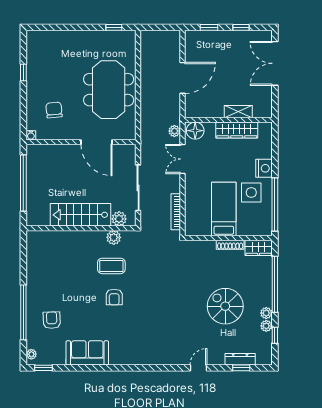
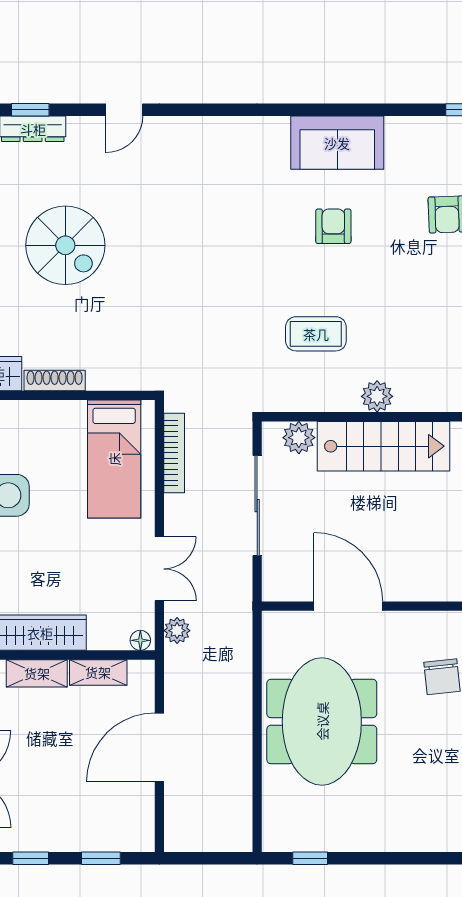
shelving: (210, 112) -> (98, 672), added
floor lamp: (195, 131) -> (140, 640), width x0.53, depth x0.53
bed: (224, 209) -> (114, 459), moved
plant: (114, 237) -> (377, 396), moved
armchair: (114, 297) -> (333, 226), moved
sofa: (87, 353) -> (337, 143), moved

